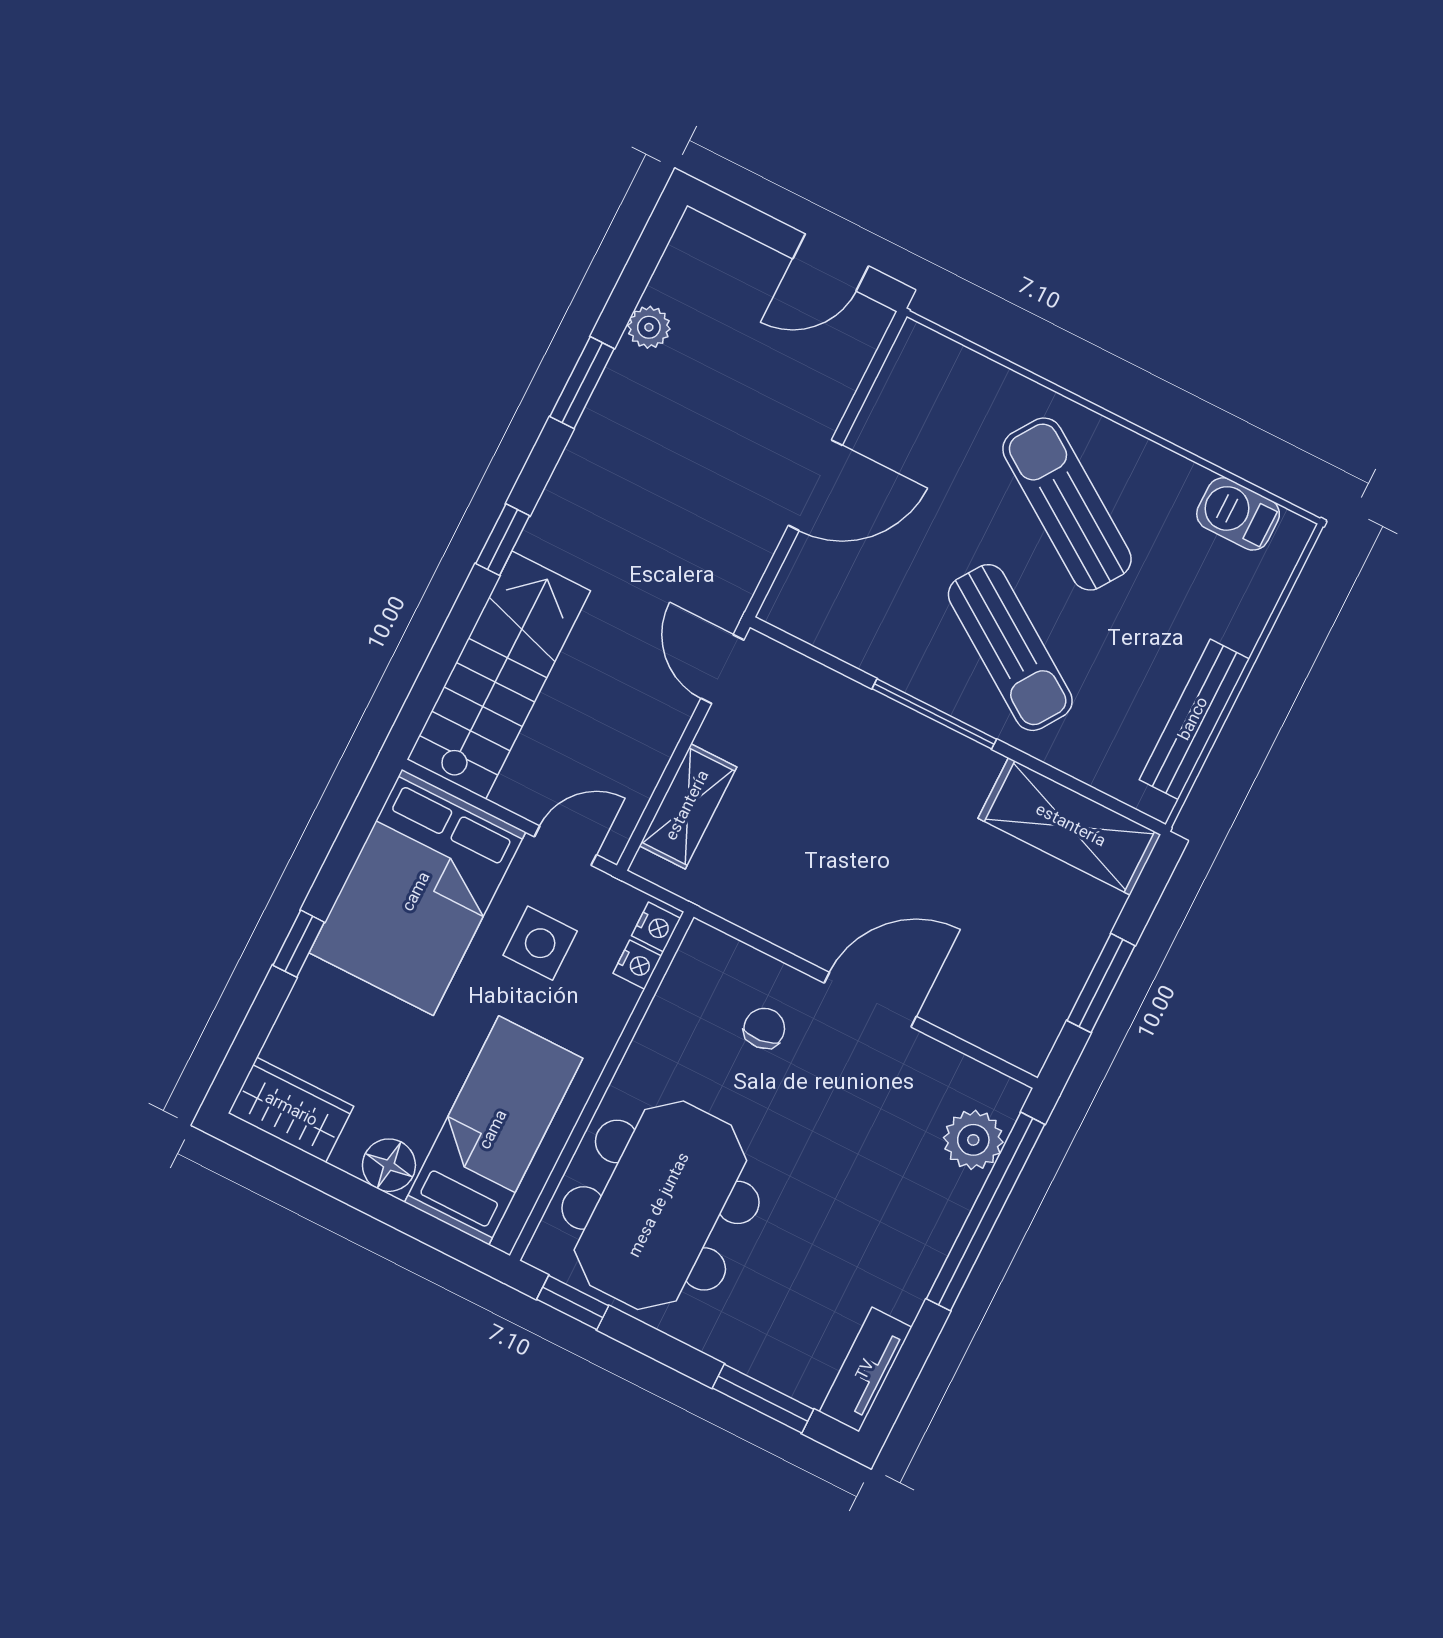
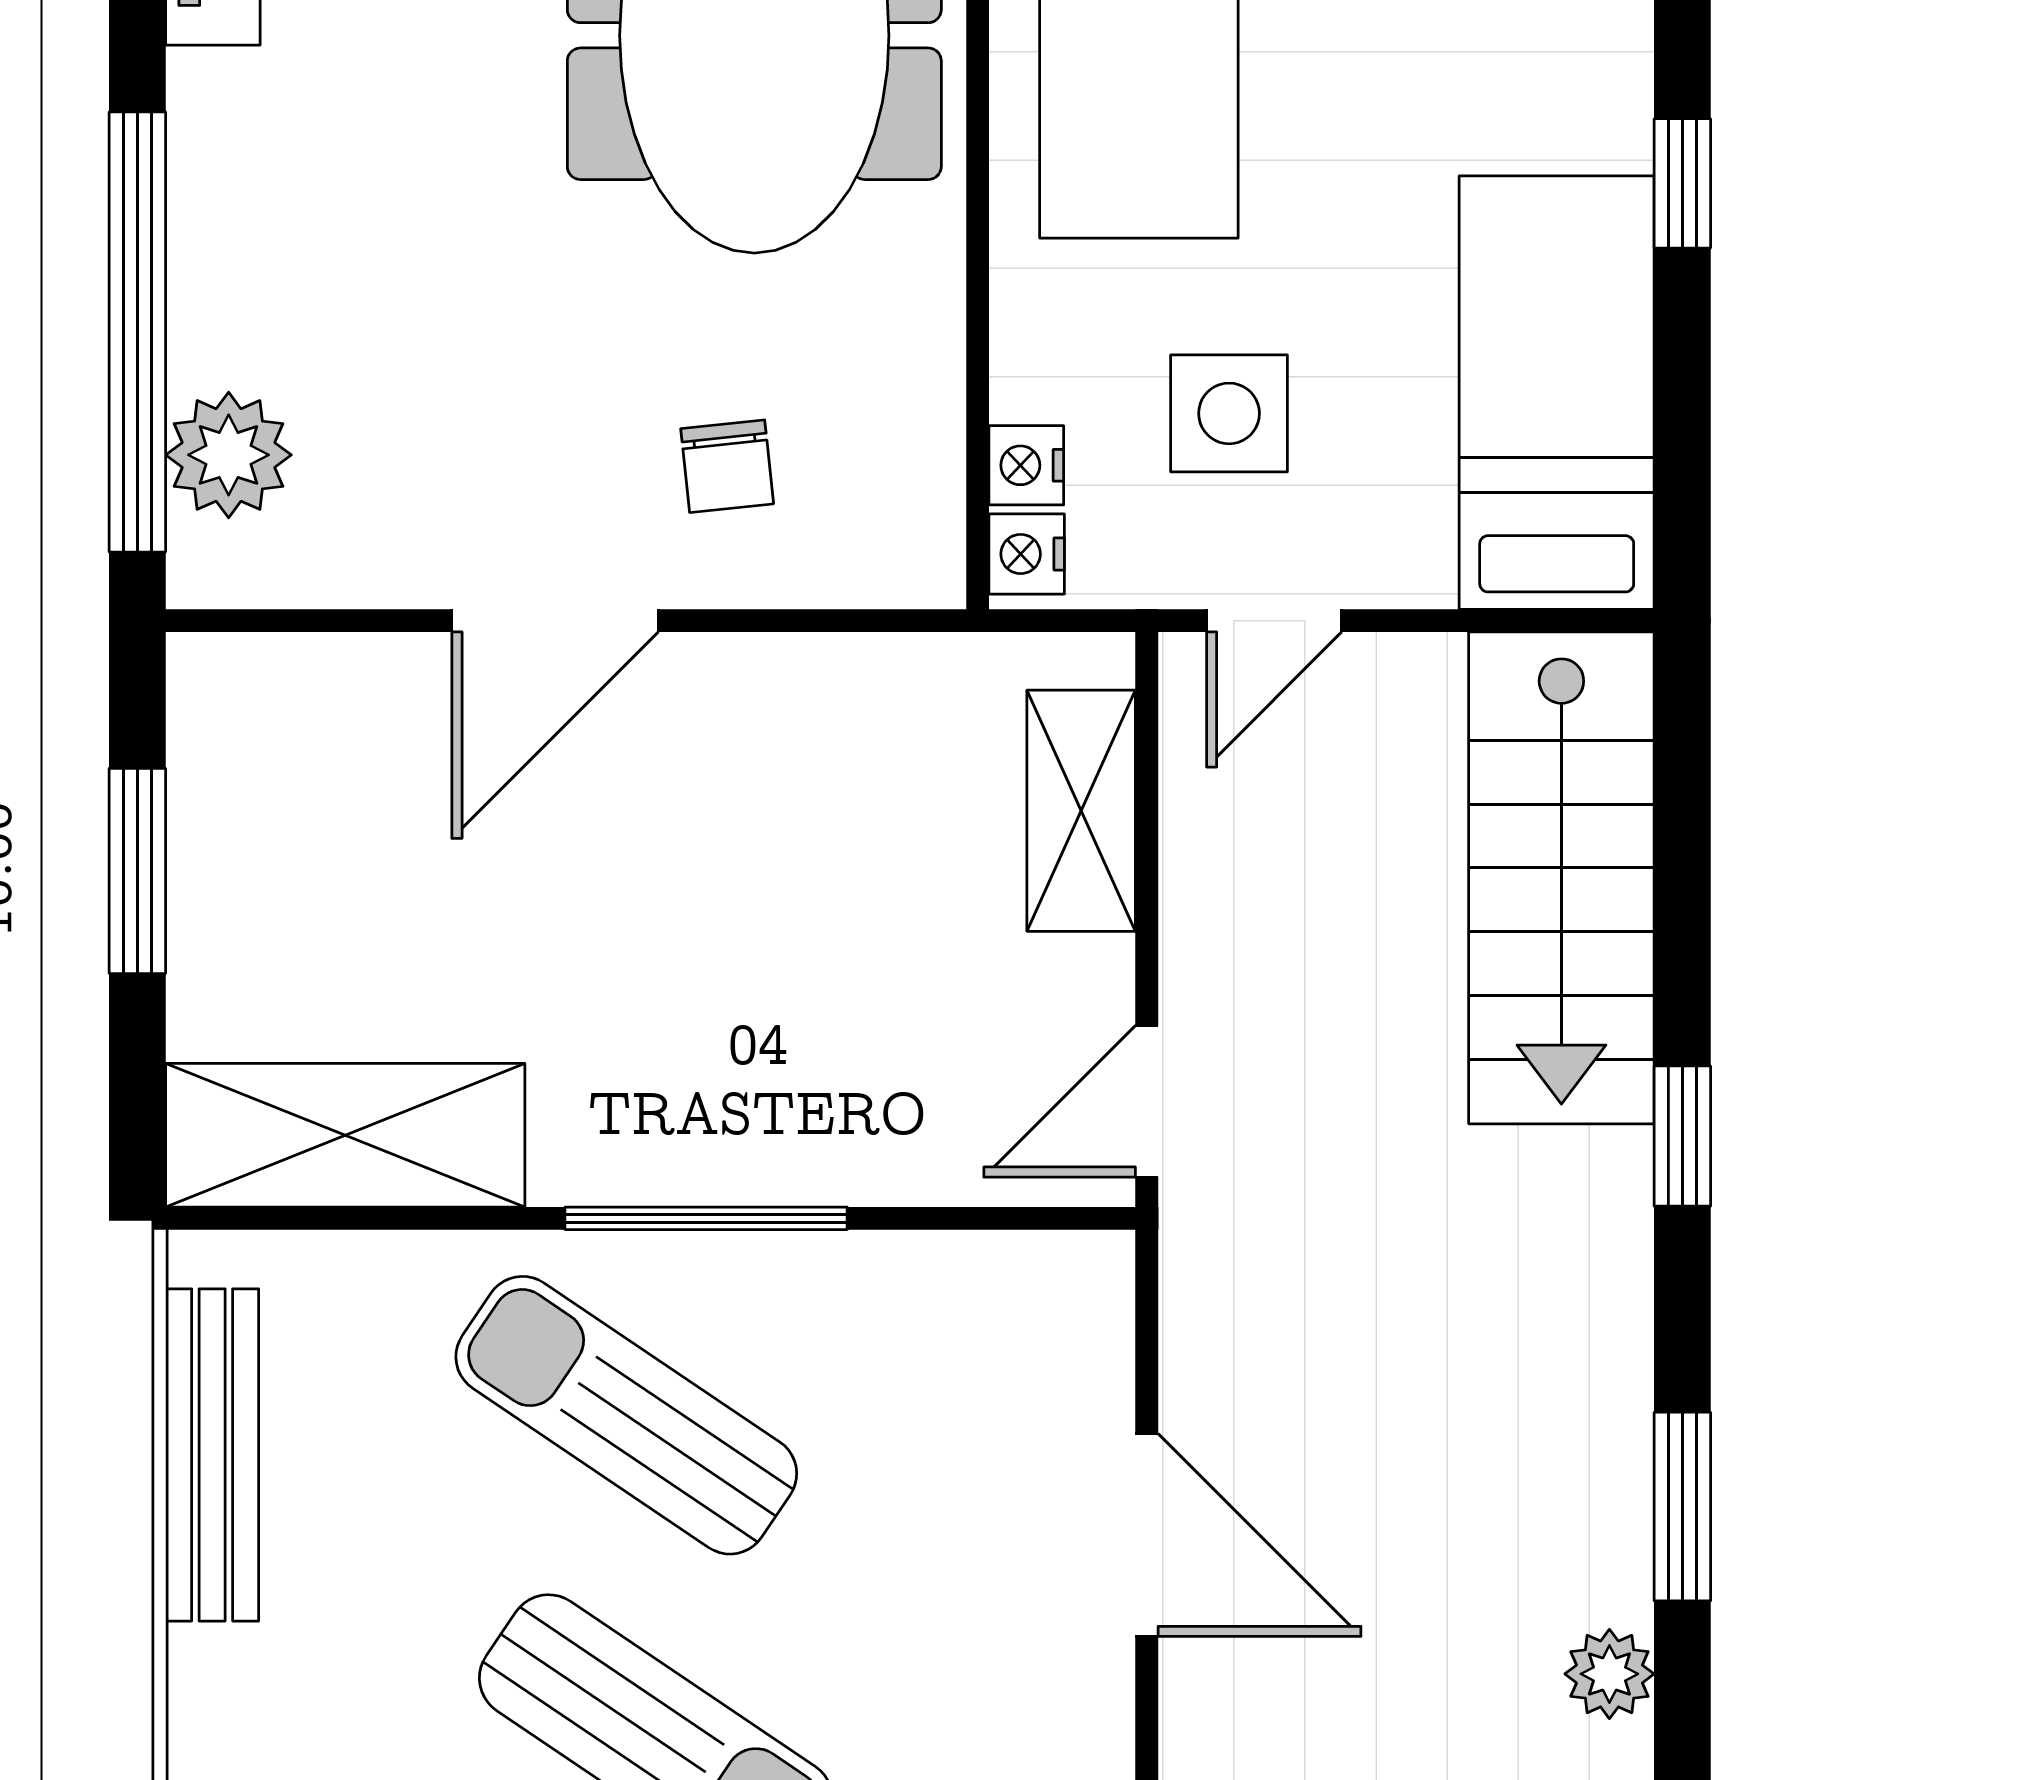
door: (815, 485) -> (1147, 1535), swing flipped
door: (722, 669) -> (1147, 1101), swing flipped
bed: (417, 892) -> (1557, 393), width x0.67

